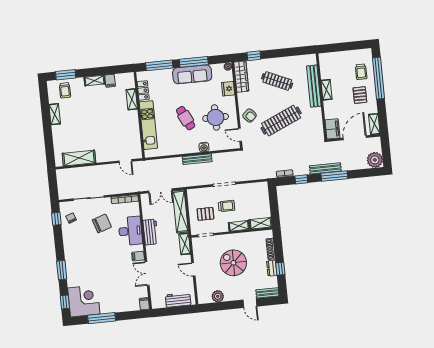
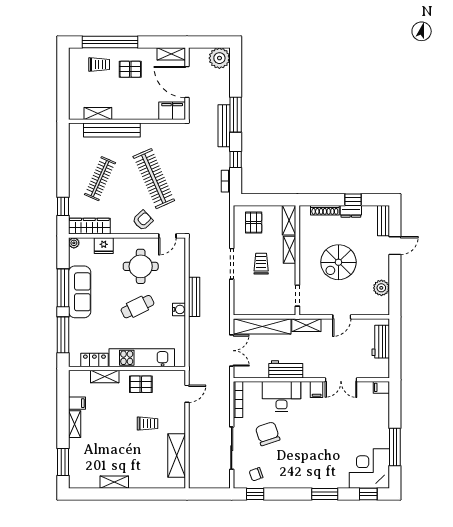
trolley: (65, 90) -> (147, 424), moved
shelving: (327, 90) -> (98, 113), moved
pallet: (129, 126) -> (141, 384), added
water cooler: (204, 147) -> (179, 309), moved
pallet: (205, 214) -> (254, 223), moved

